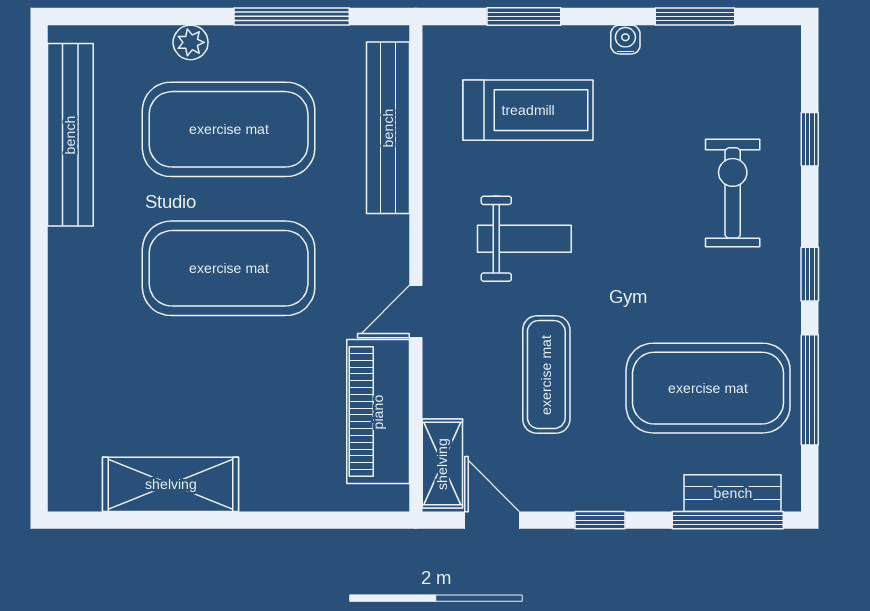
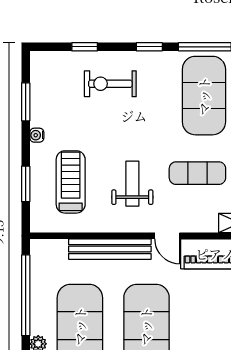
window: (292, 16) -> (26, 295), width x1.46
bench: (388, 128) -> (110, 249), moved

